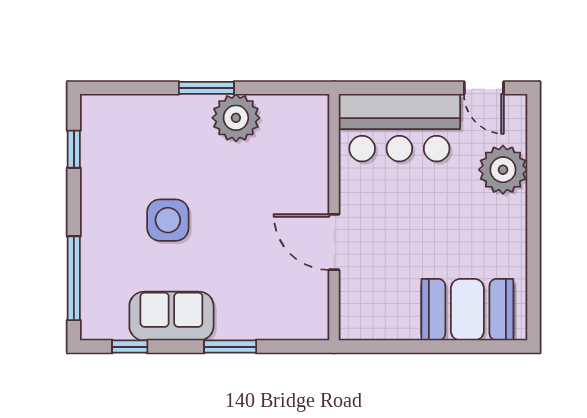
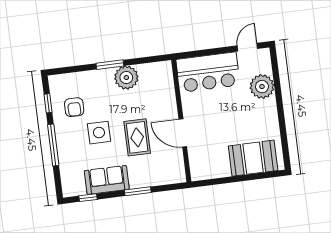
door: (484, 88) -> (247, 47), swing flipped
armchair: (125, 164) -> (74, 107), added
rug: (242, 239) -> (137, 137), added
window: (74, 278) -> (53, 145), moved

